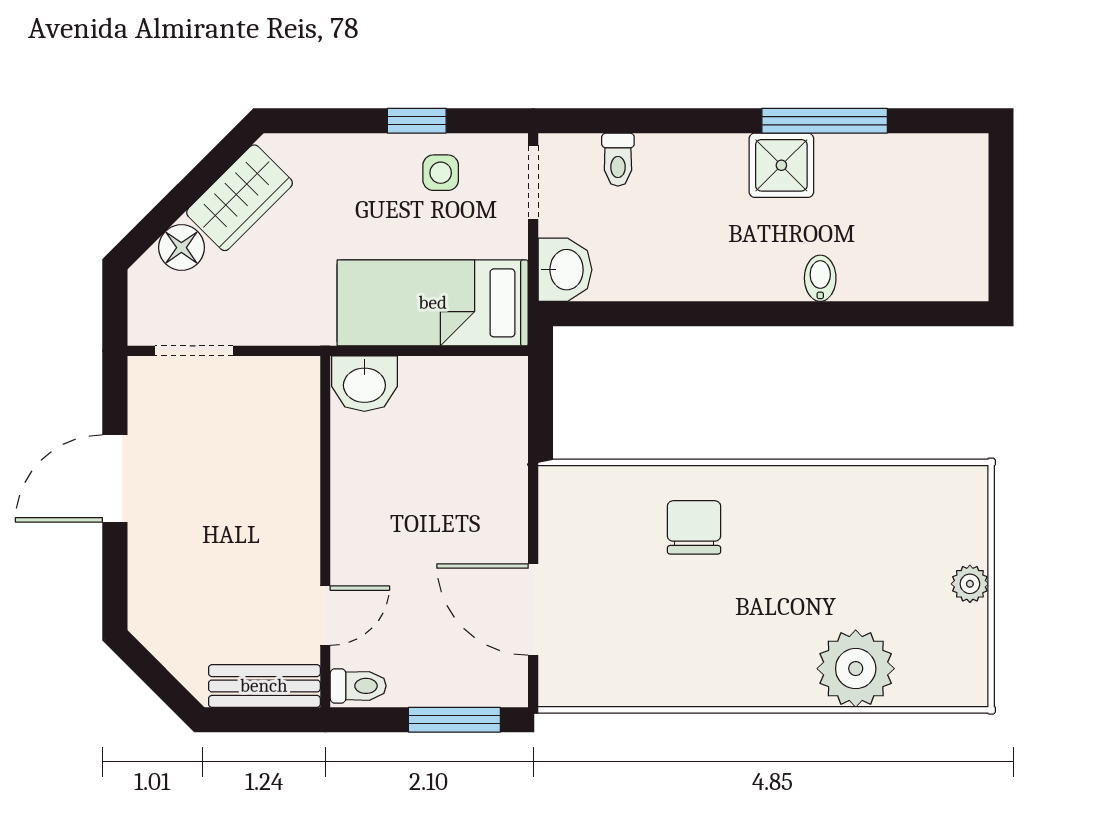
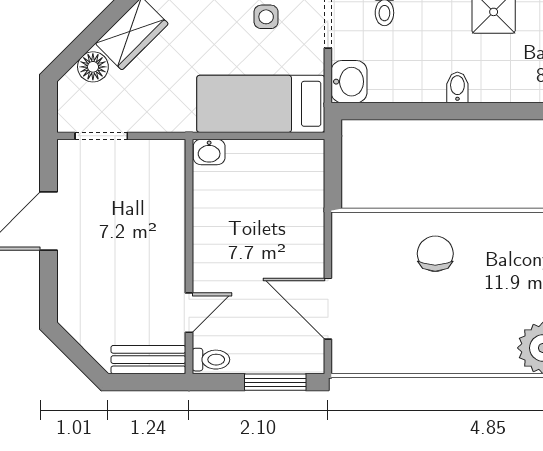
bidet: (820, 278) -> (457, 87), moved
washbasin: (364, 384) -> (209, 152), width x0.72, depth x0.69

